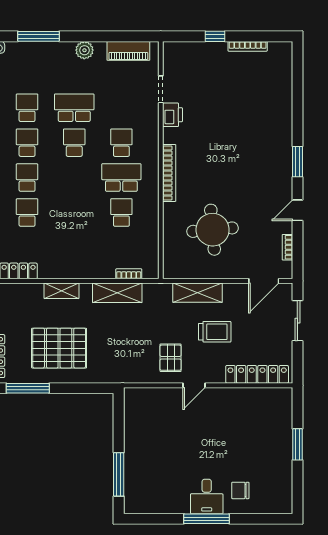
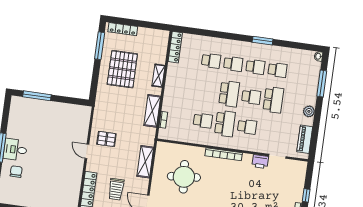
school desk: (74, 178) -> (229, 94), added
trolley: (215, 332) -> (116, 189), moved

